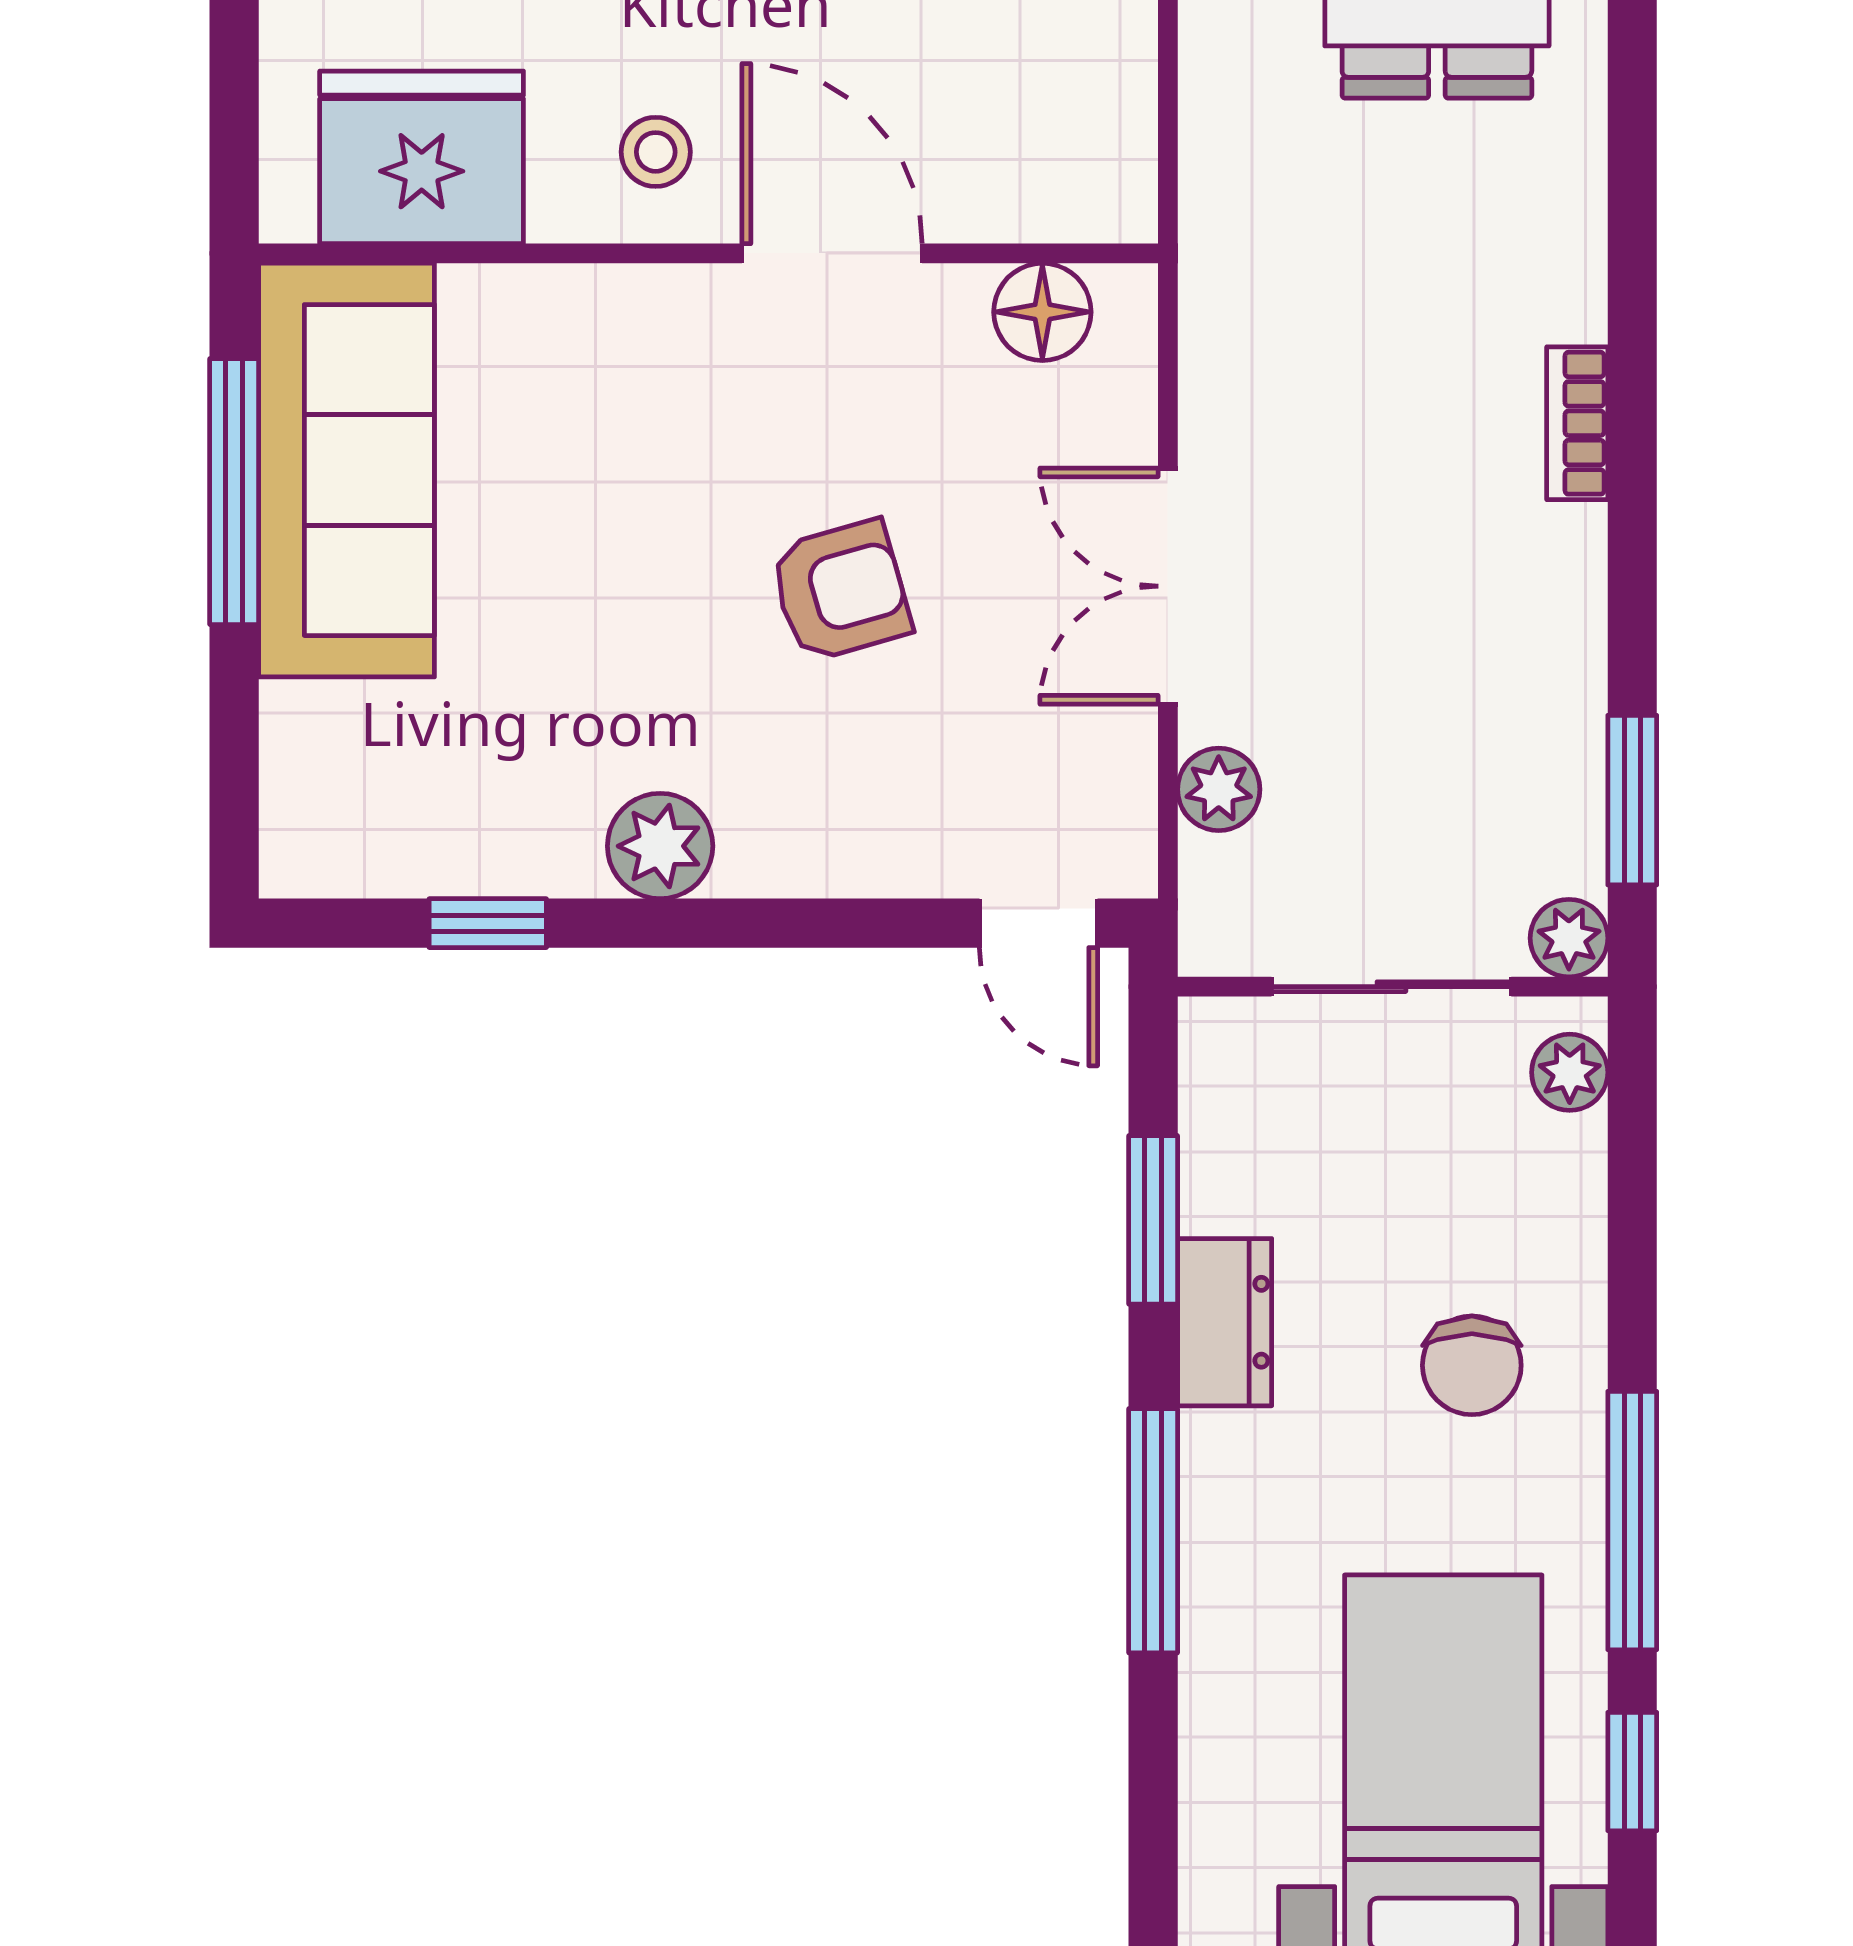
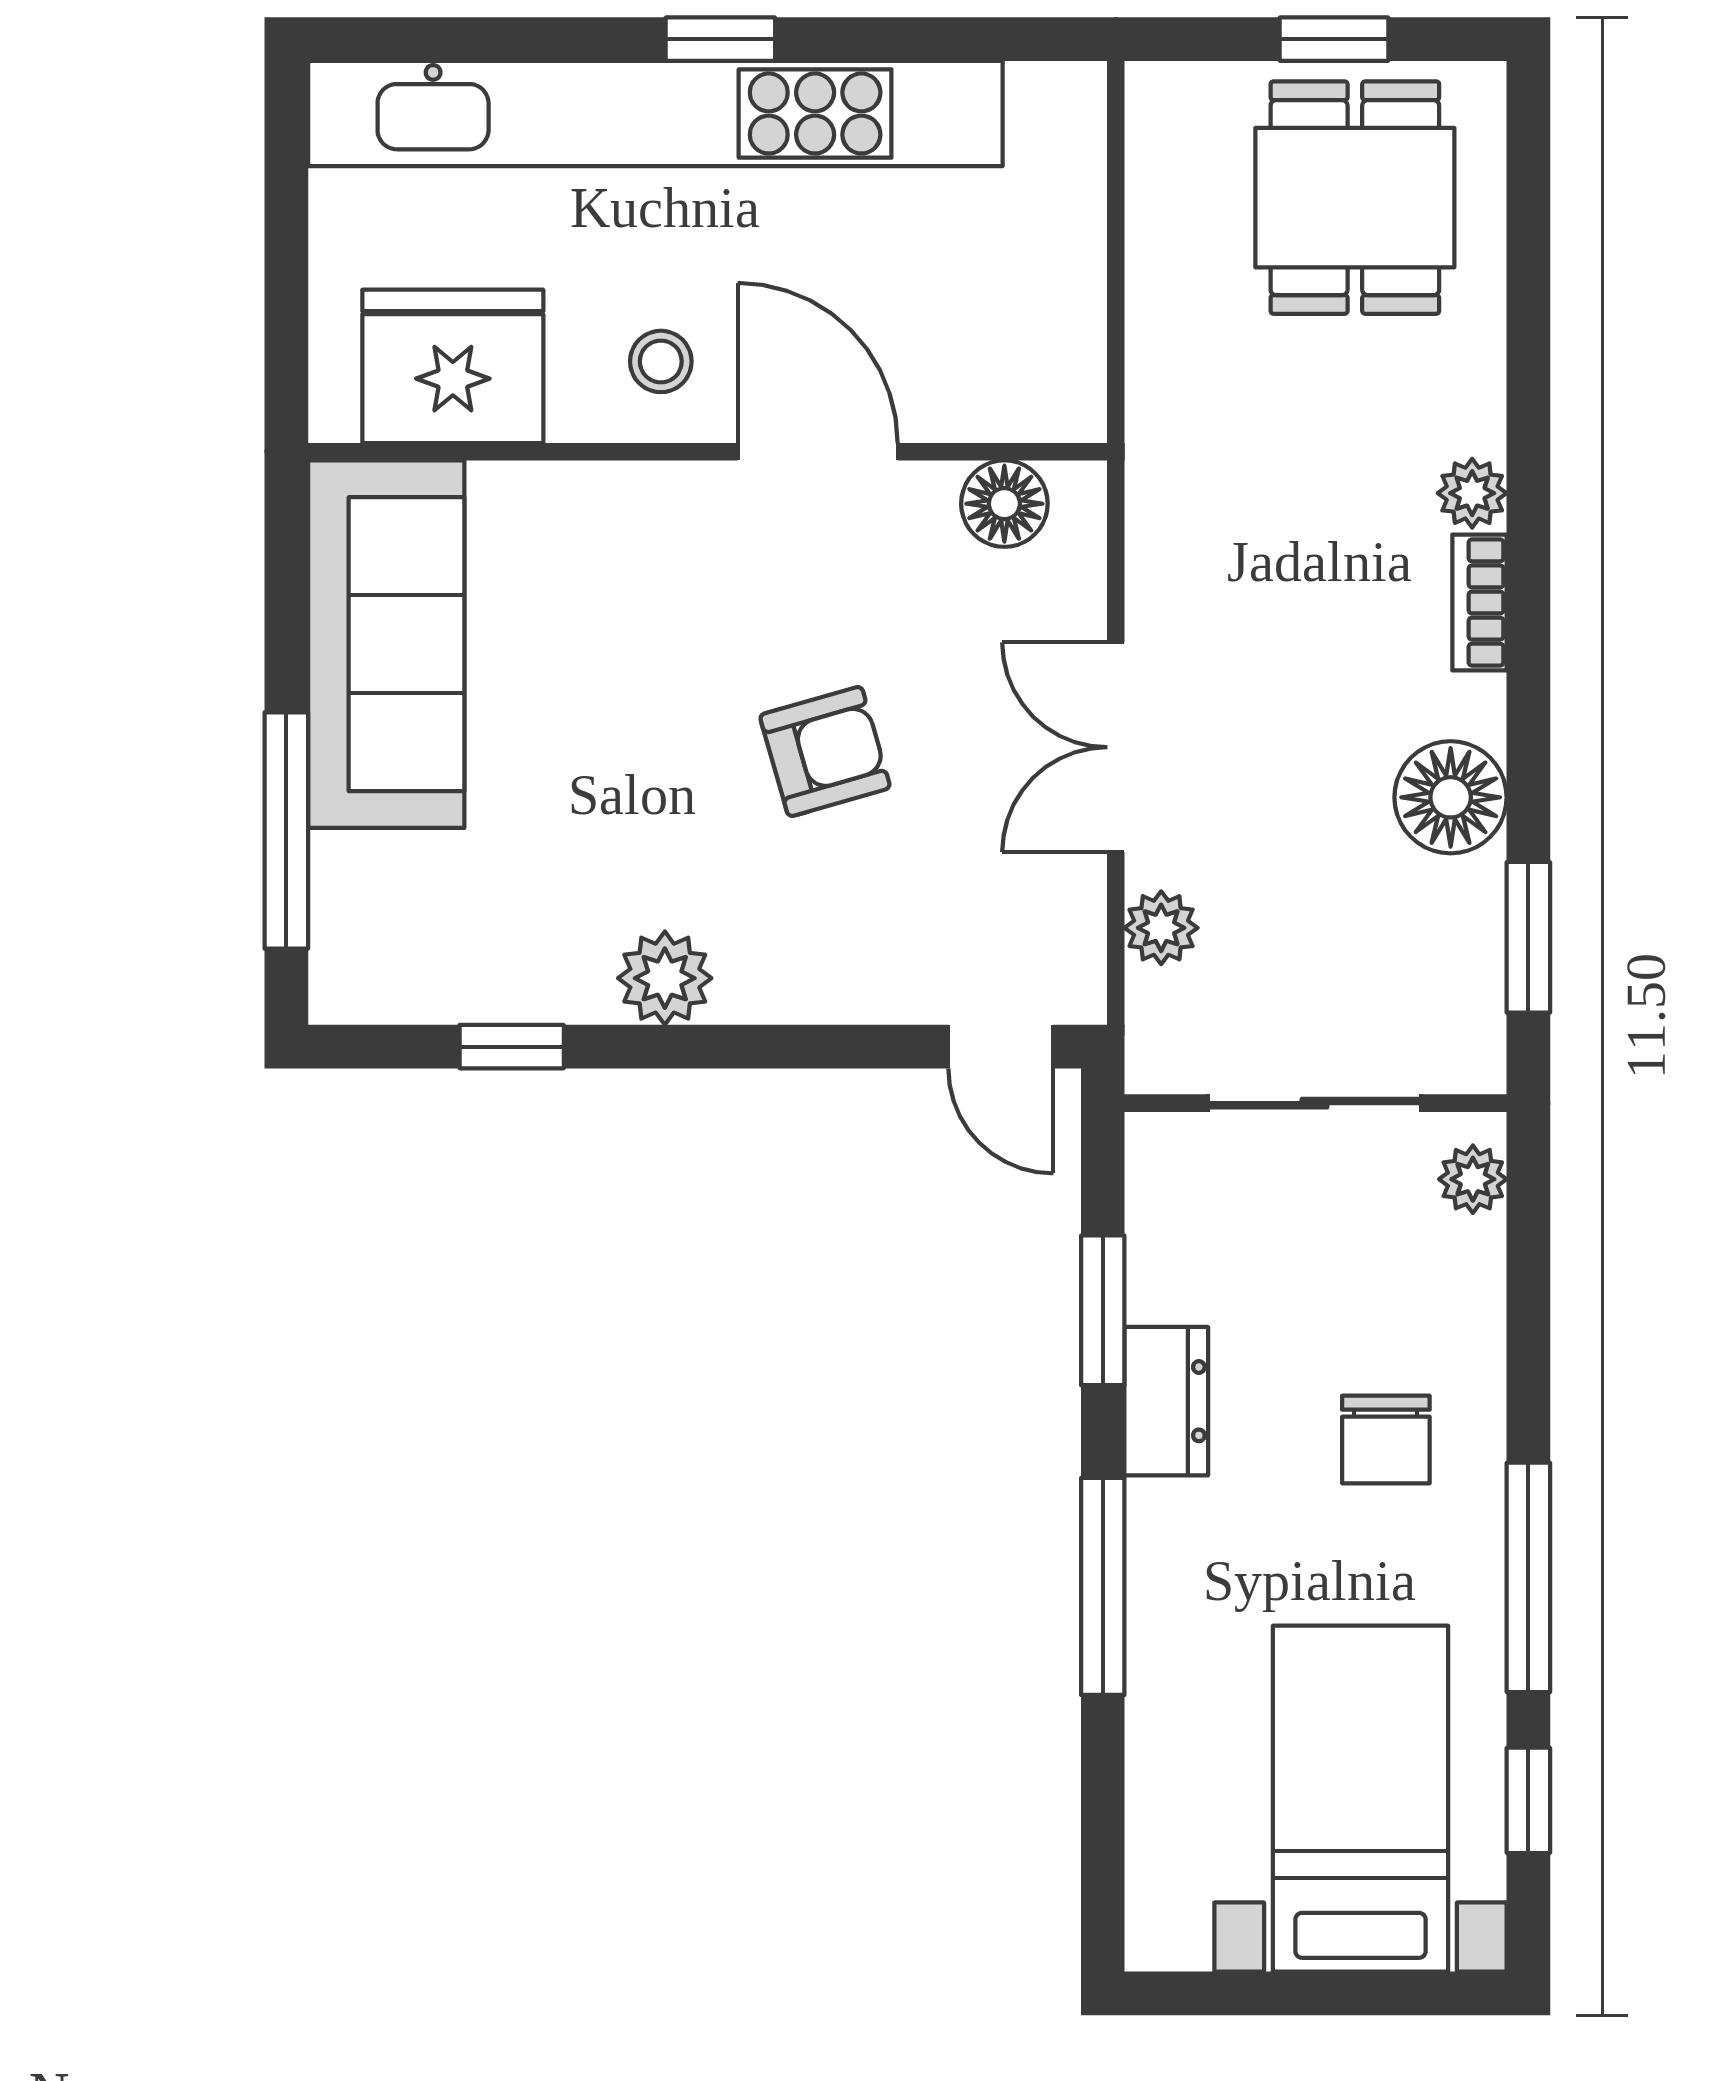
window: (234, 492) -> (286, 830), moved
floor lamp: (1545, 642) -> (1451, 797), added
plant: (1569, 938) -> (1472, 493), moved

